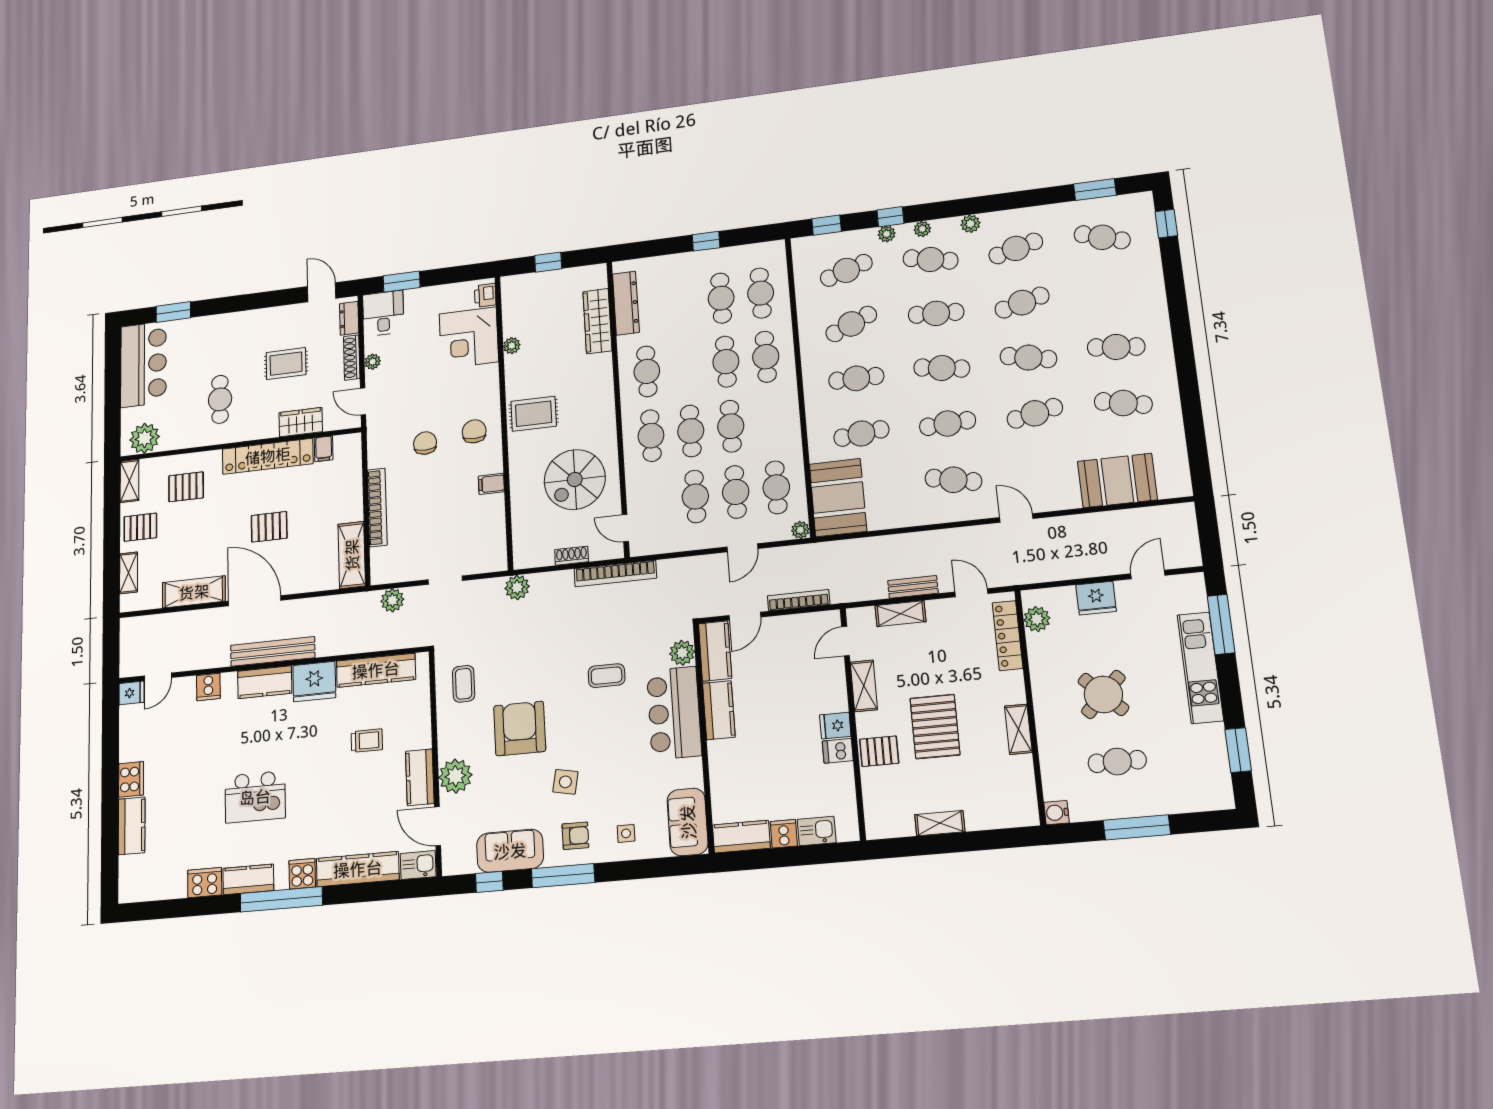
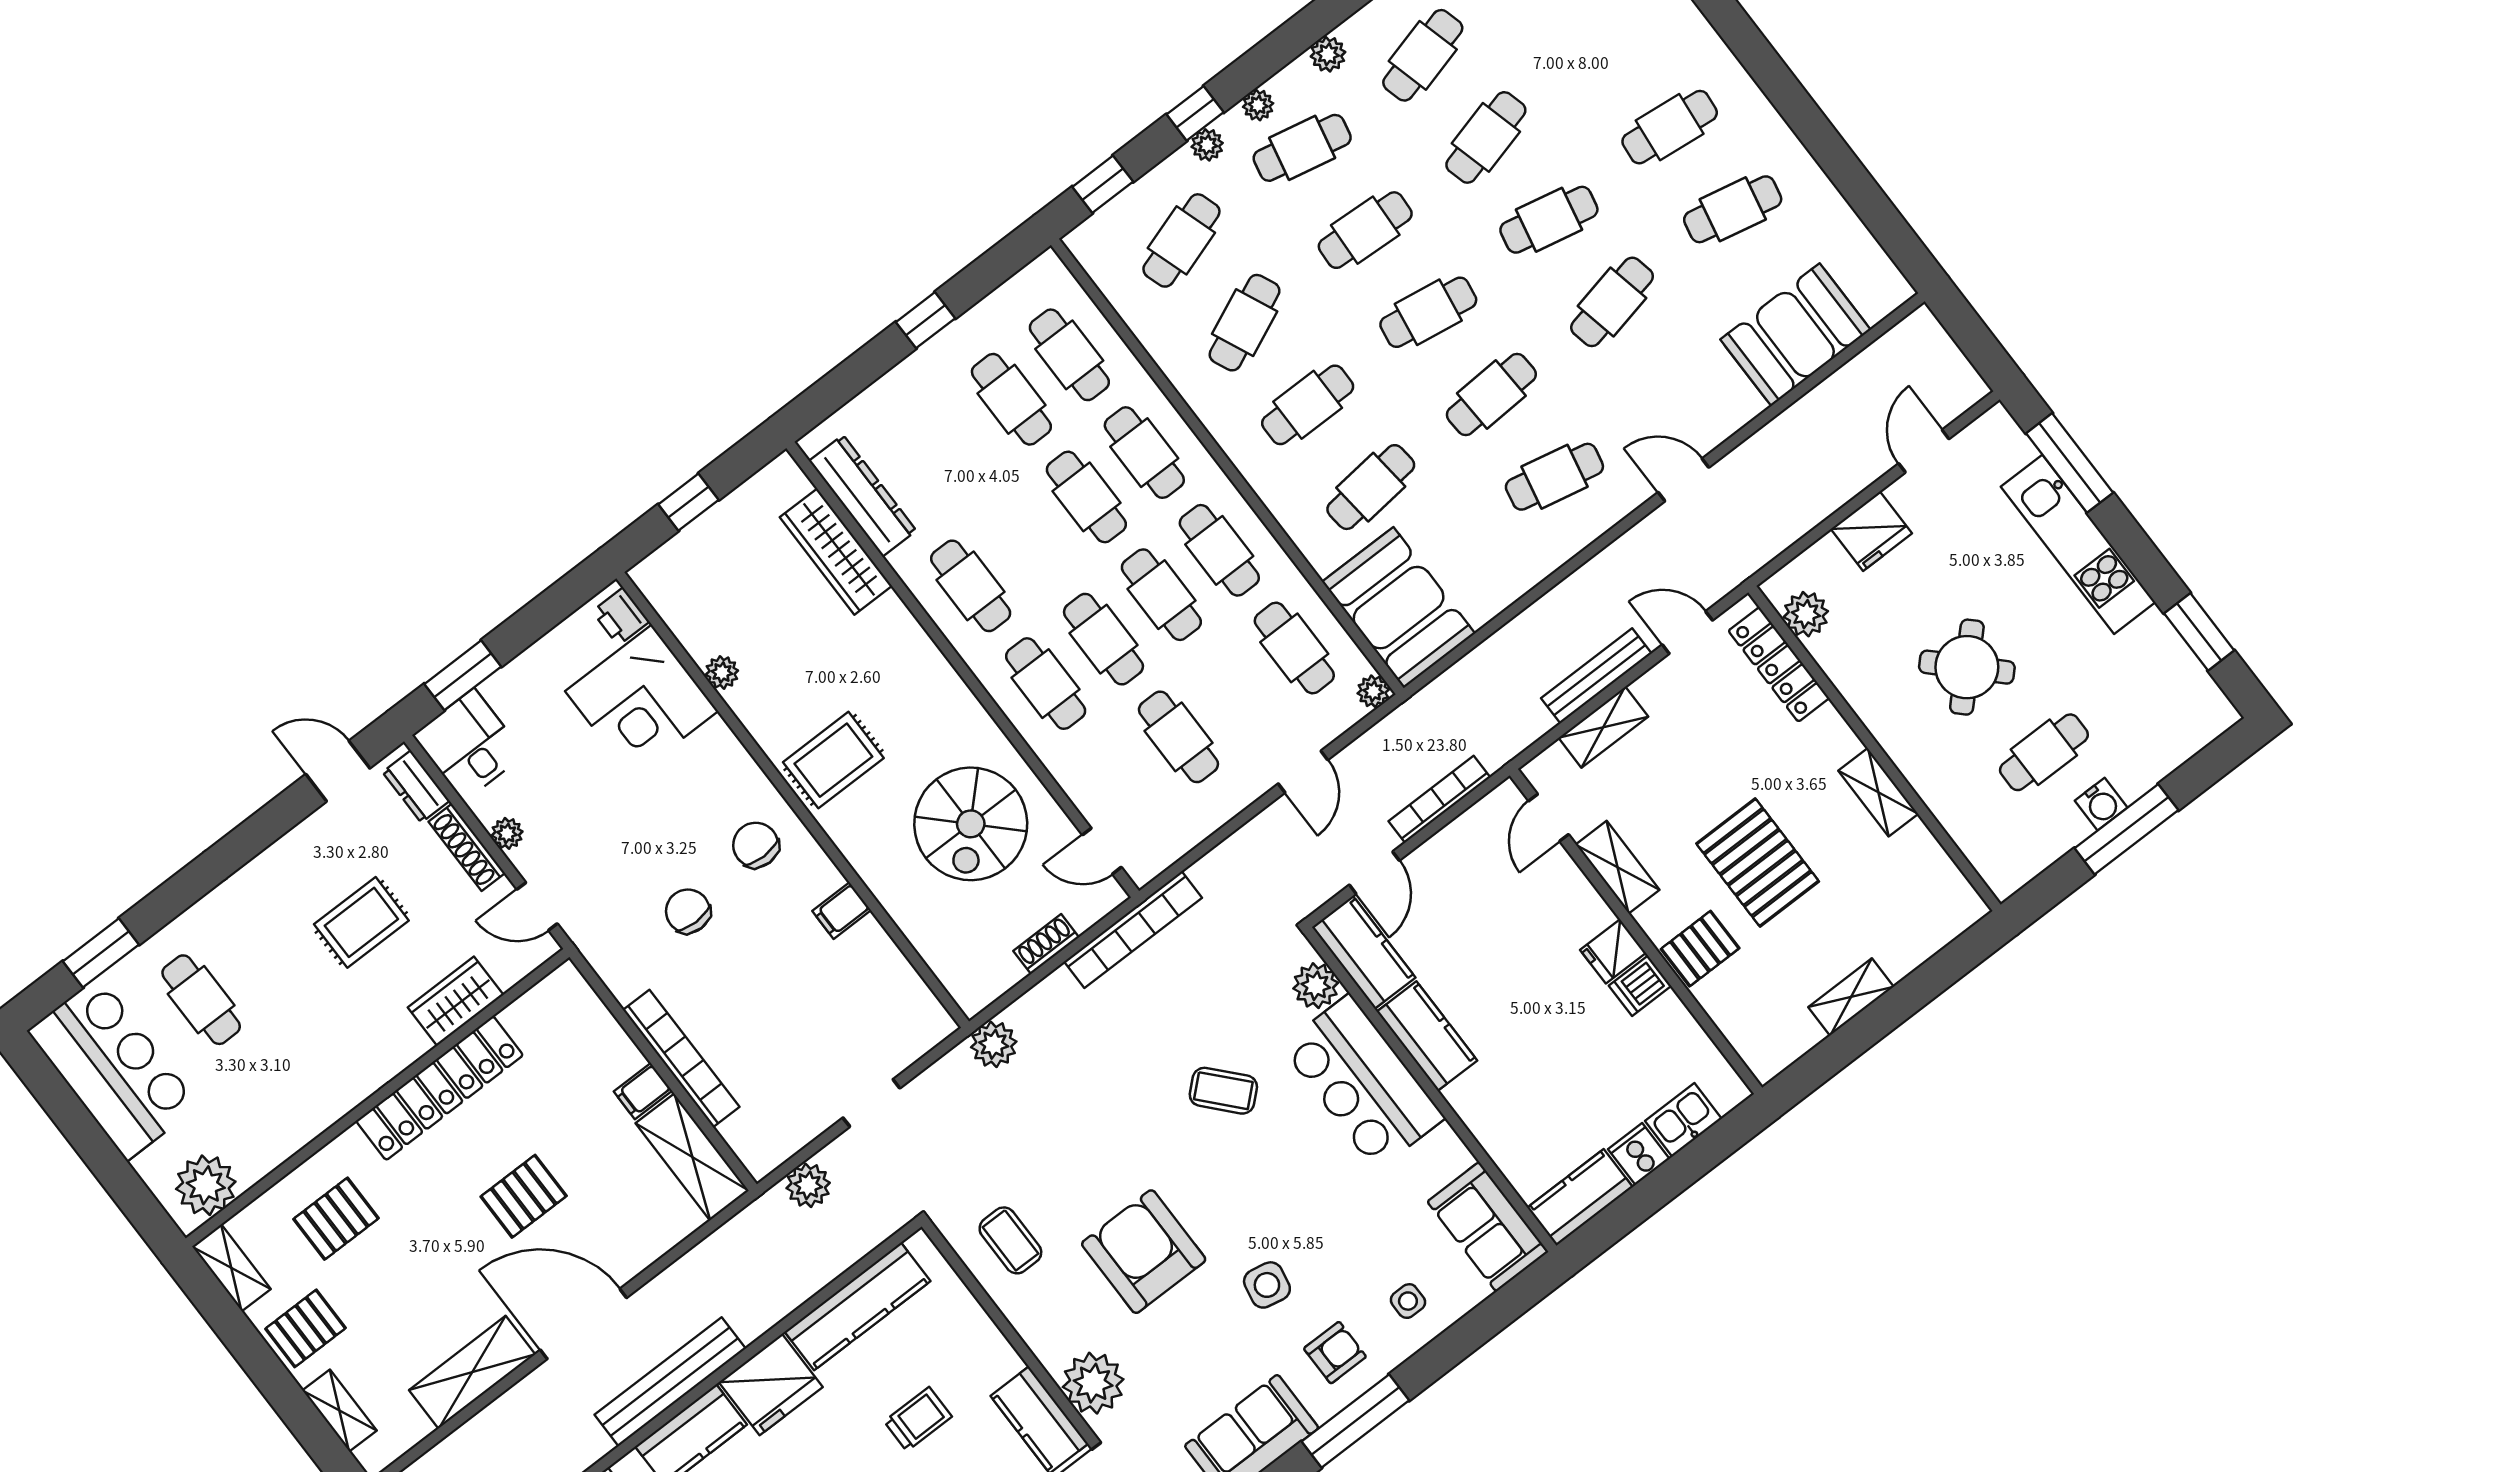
cafe table: (220, 399) -> (201, 1000), moved
filing cabinet: (324, 449) -> (643, 1091), moved, turned 90
cafe table: (736, 492) -> (1219, 550), moved
bench: (913, 587) -> (1596, 676), width x1.36
coffee table: (607, 676) -> (1223, 1091), turned 48
water cooler: (1057, 813) -> (2101, 804), moved, turned -90

